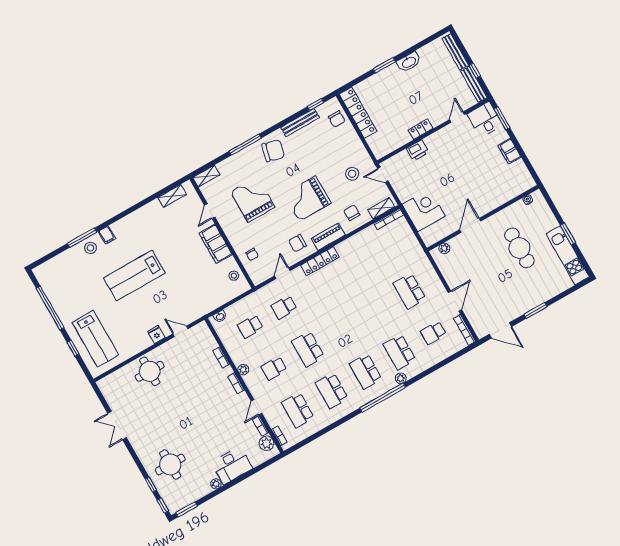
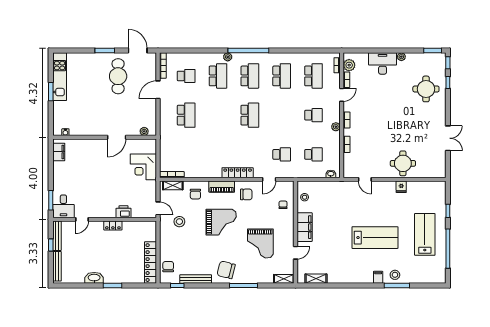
filing cabinet: (509, 151) -> (59, 152), moved
cafe table: (519, 248) -> (118, 76), moved
fridge: (156, 334) -> (401, 187), moved
lab bench: (95, 339) -> (425, 234), moved
school desk: (308, 349) -> (250, 115), moved

